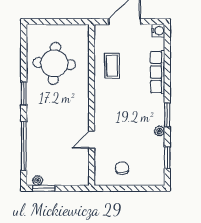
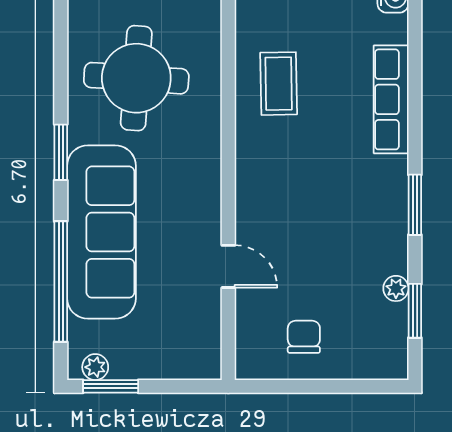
sofa: (40, 126) -> (101, 232), added
plant: (160, 131) -> (396, 288), moved
door: (92, 140) -> (228, 266), swing flipped

